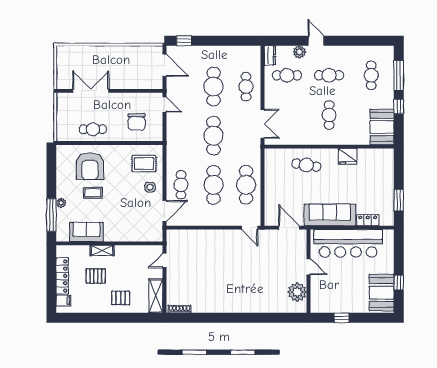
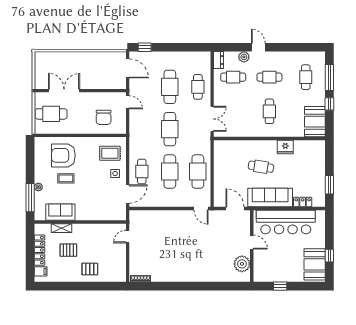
cafe table: (93, 129) -> (51, 114), moved, width x1.37, depth x1.35
cafe table: (306, 165) -> (261, 167), moved
armchair: (90, 166) -> (63, 155), turned 90
shelving: (102, 251) -> (61, 228), moved
shelving: (156, 296) -> (120, 267), removed

